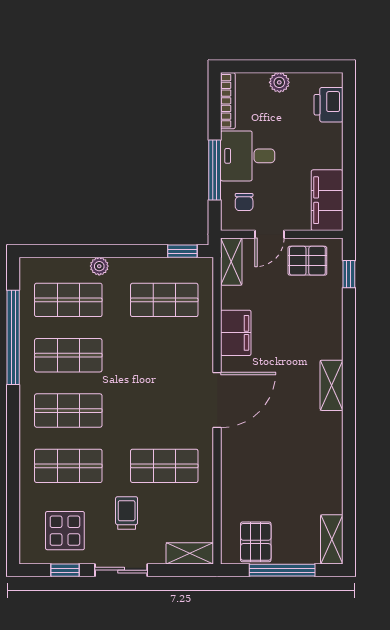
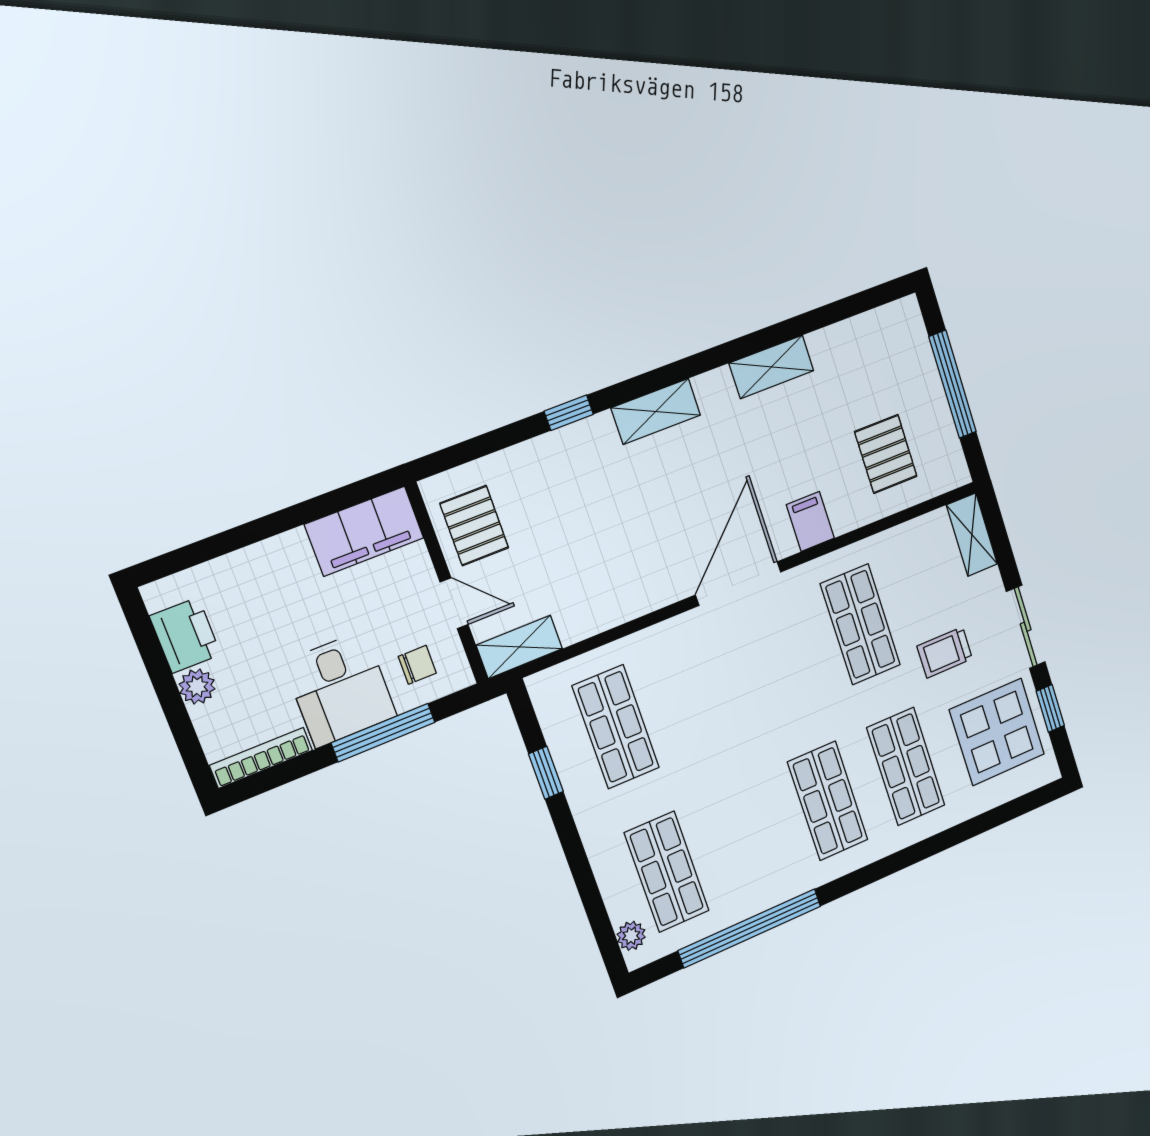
printer: (329, 105) -> (185, 635), moved, turned -90
window: (182, 251) -> (546, 773), moved
plant: (99, 266) -> (631, 936), moved
window: (349, 274) -> (569, 413), moved
filing cabinet: (236, 333) -> (810, 521), moved, width x0.50
shop shelf: (68, 355) -> (748, 836), removed
door: (217, 400) -> (738, 584), hinge flipped
display table: (65, 531) -> (997, 732), width x1.36, depth x1.36
shelving: (332, 539) -> (771, 367), moved
pallet: (256, 542) -> (886, 454), moved, turned 90

